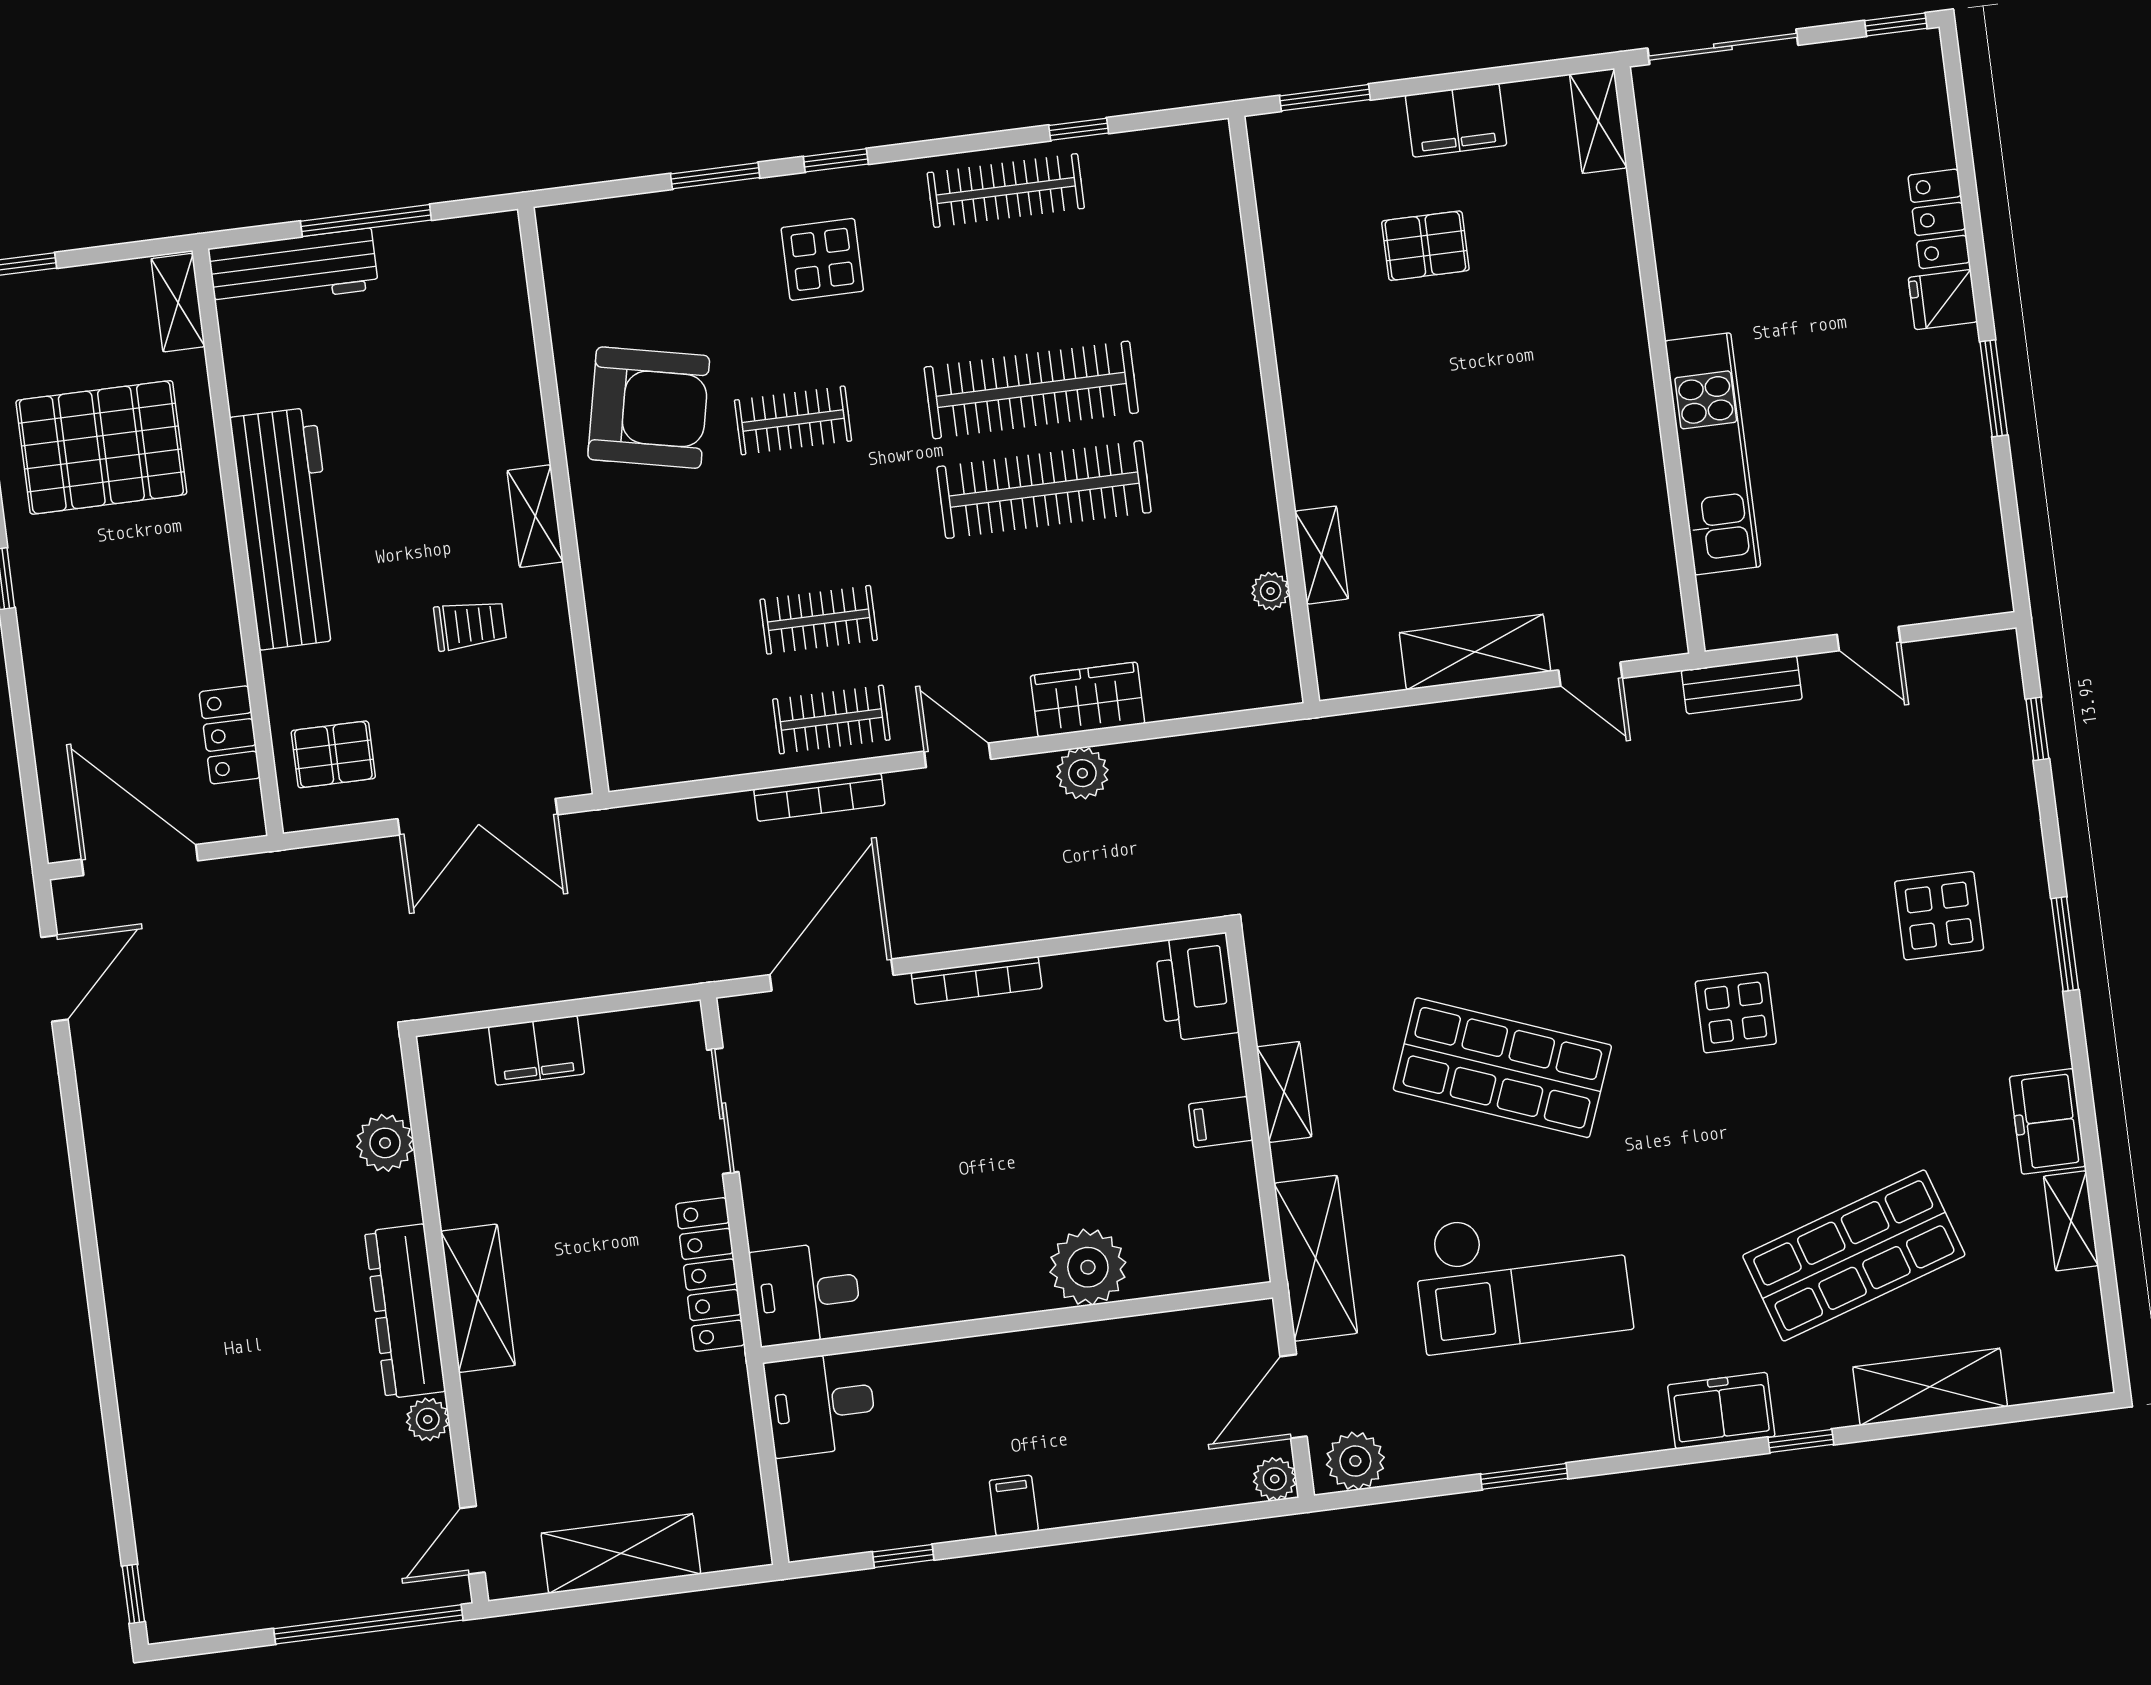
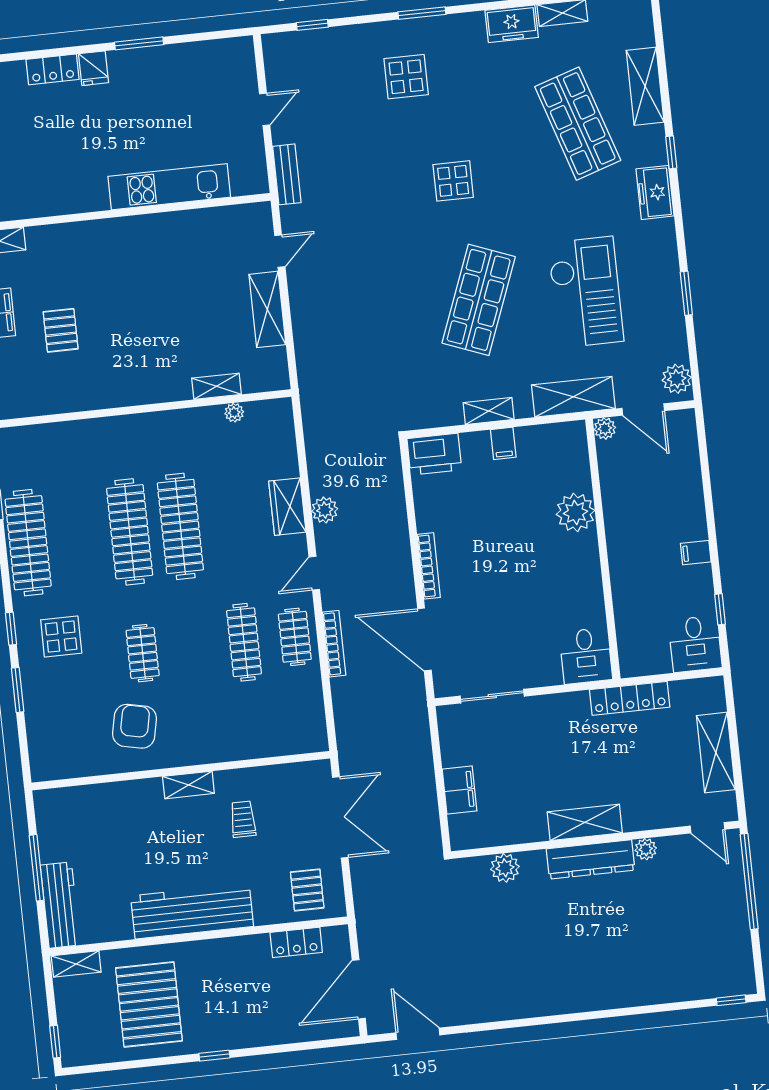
clothes rail: (1006, 190) -> (28, 543), width x1.37, depth x1.31
armchair: (649, 408) -> (135, 726), width x0.73, depth x0.73
clothes rail: (819, 620) -> (244, 642), width x1.36
locker: (710, 1274) -> (630, 698), moved
desk: (821, 1404) -> (695, 644), moved
plant: (1275, 1479) -> (605, 428), moved

